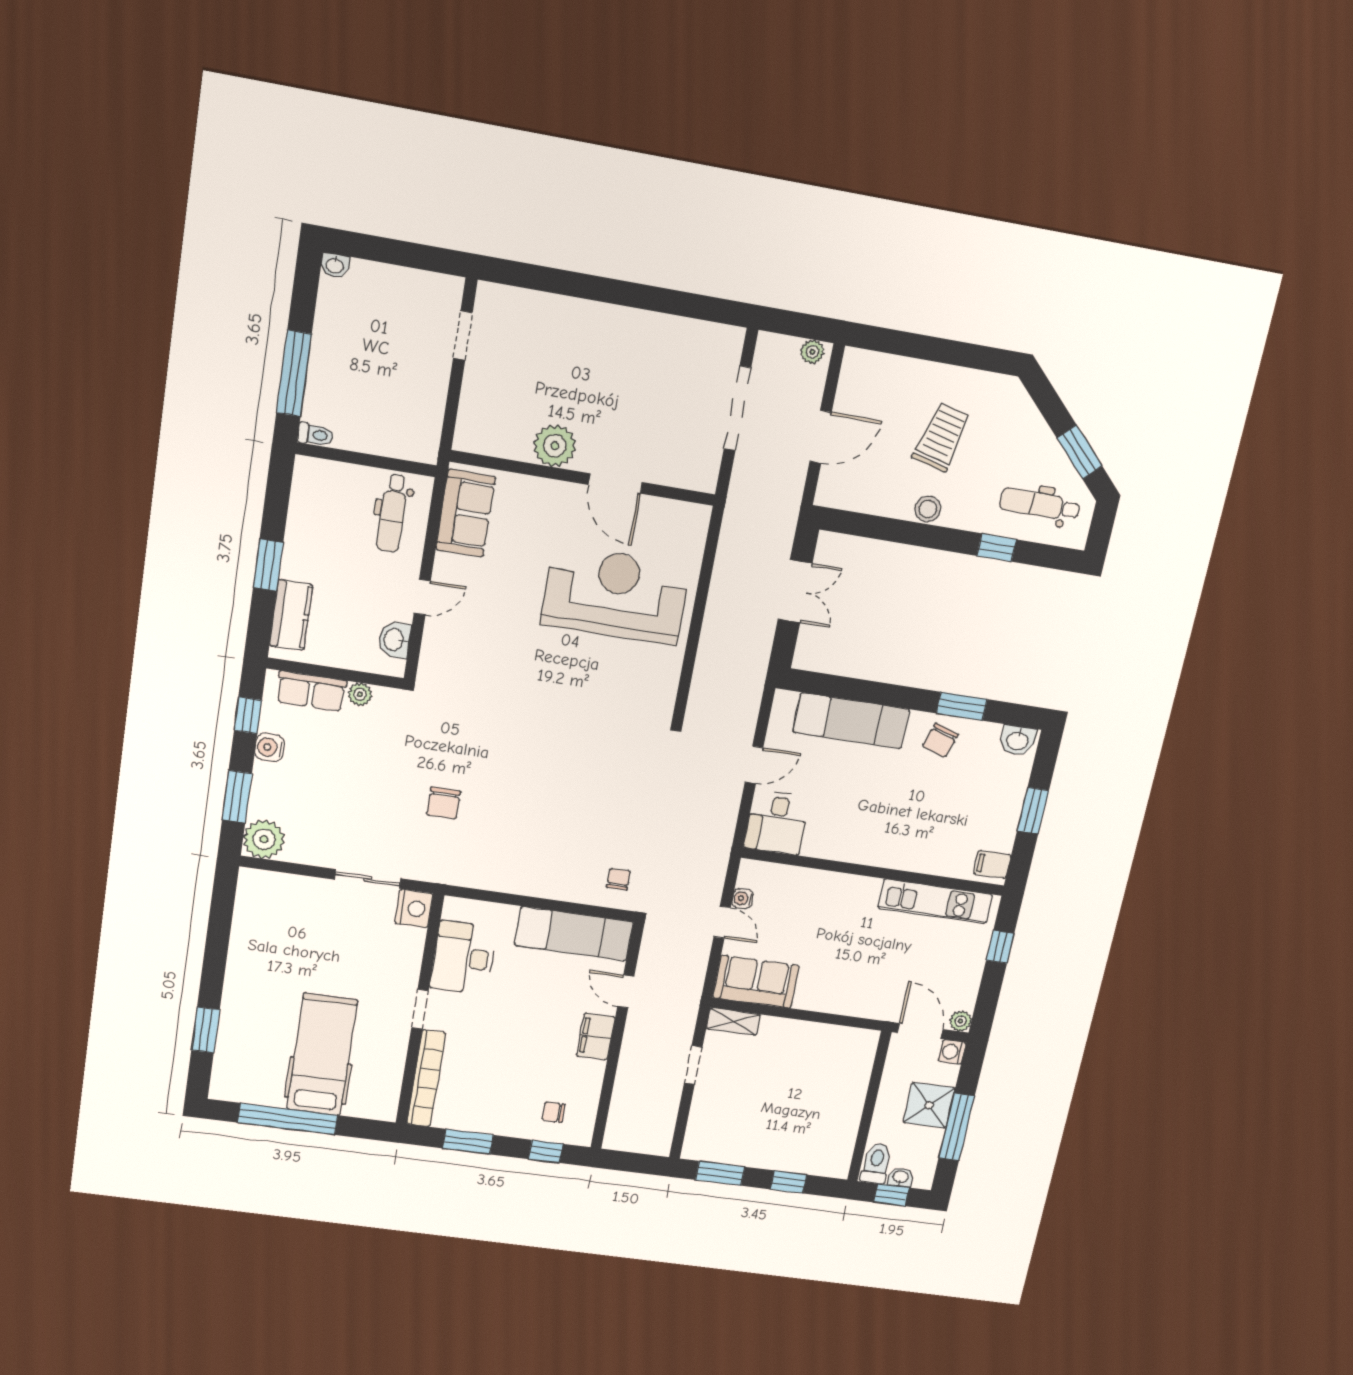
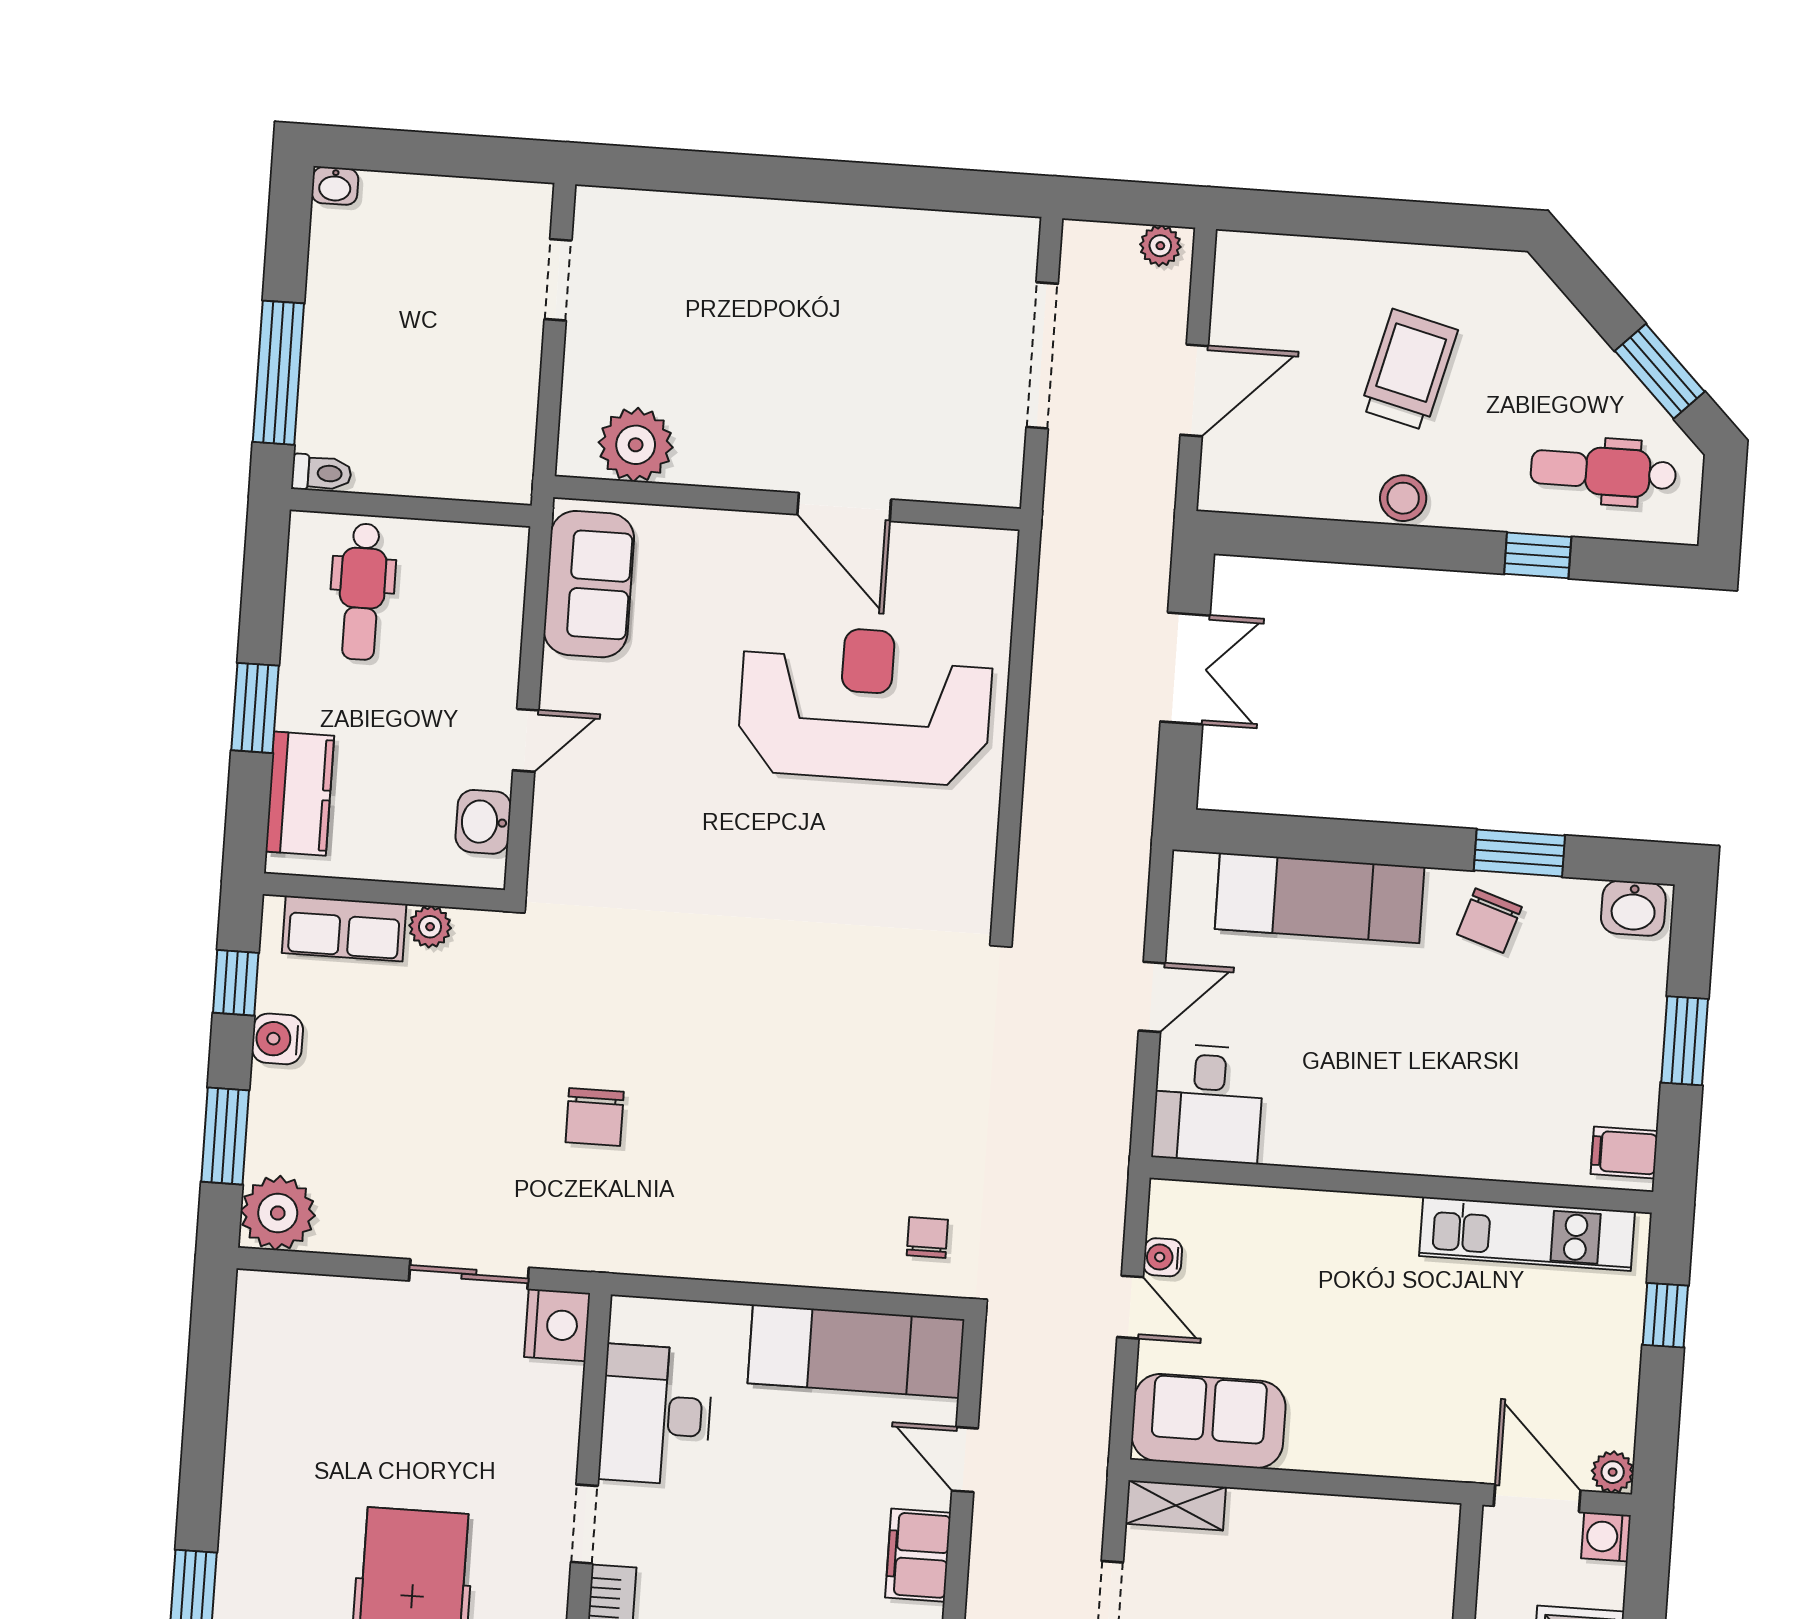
plant: (555, 446) -> (636, 445), moved
dental chair: (392, 513) -> (362, 592), moved

